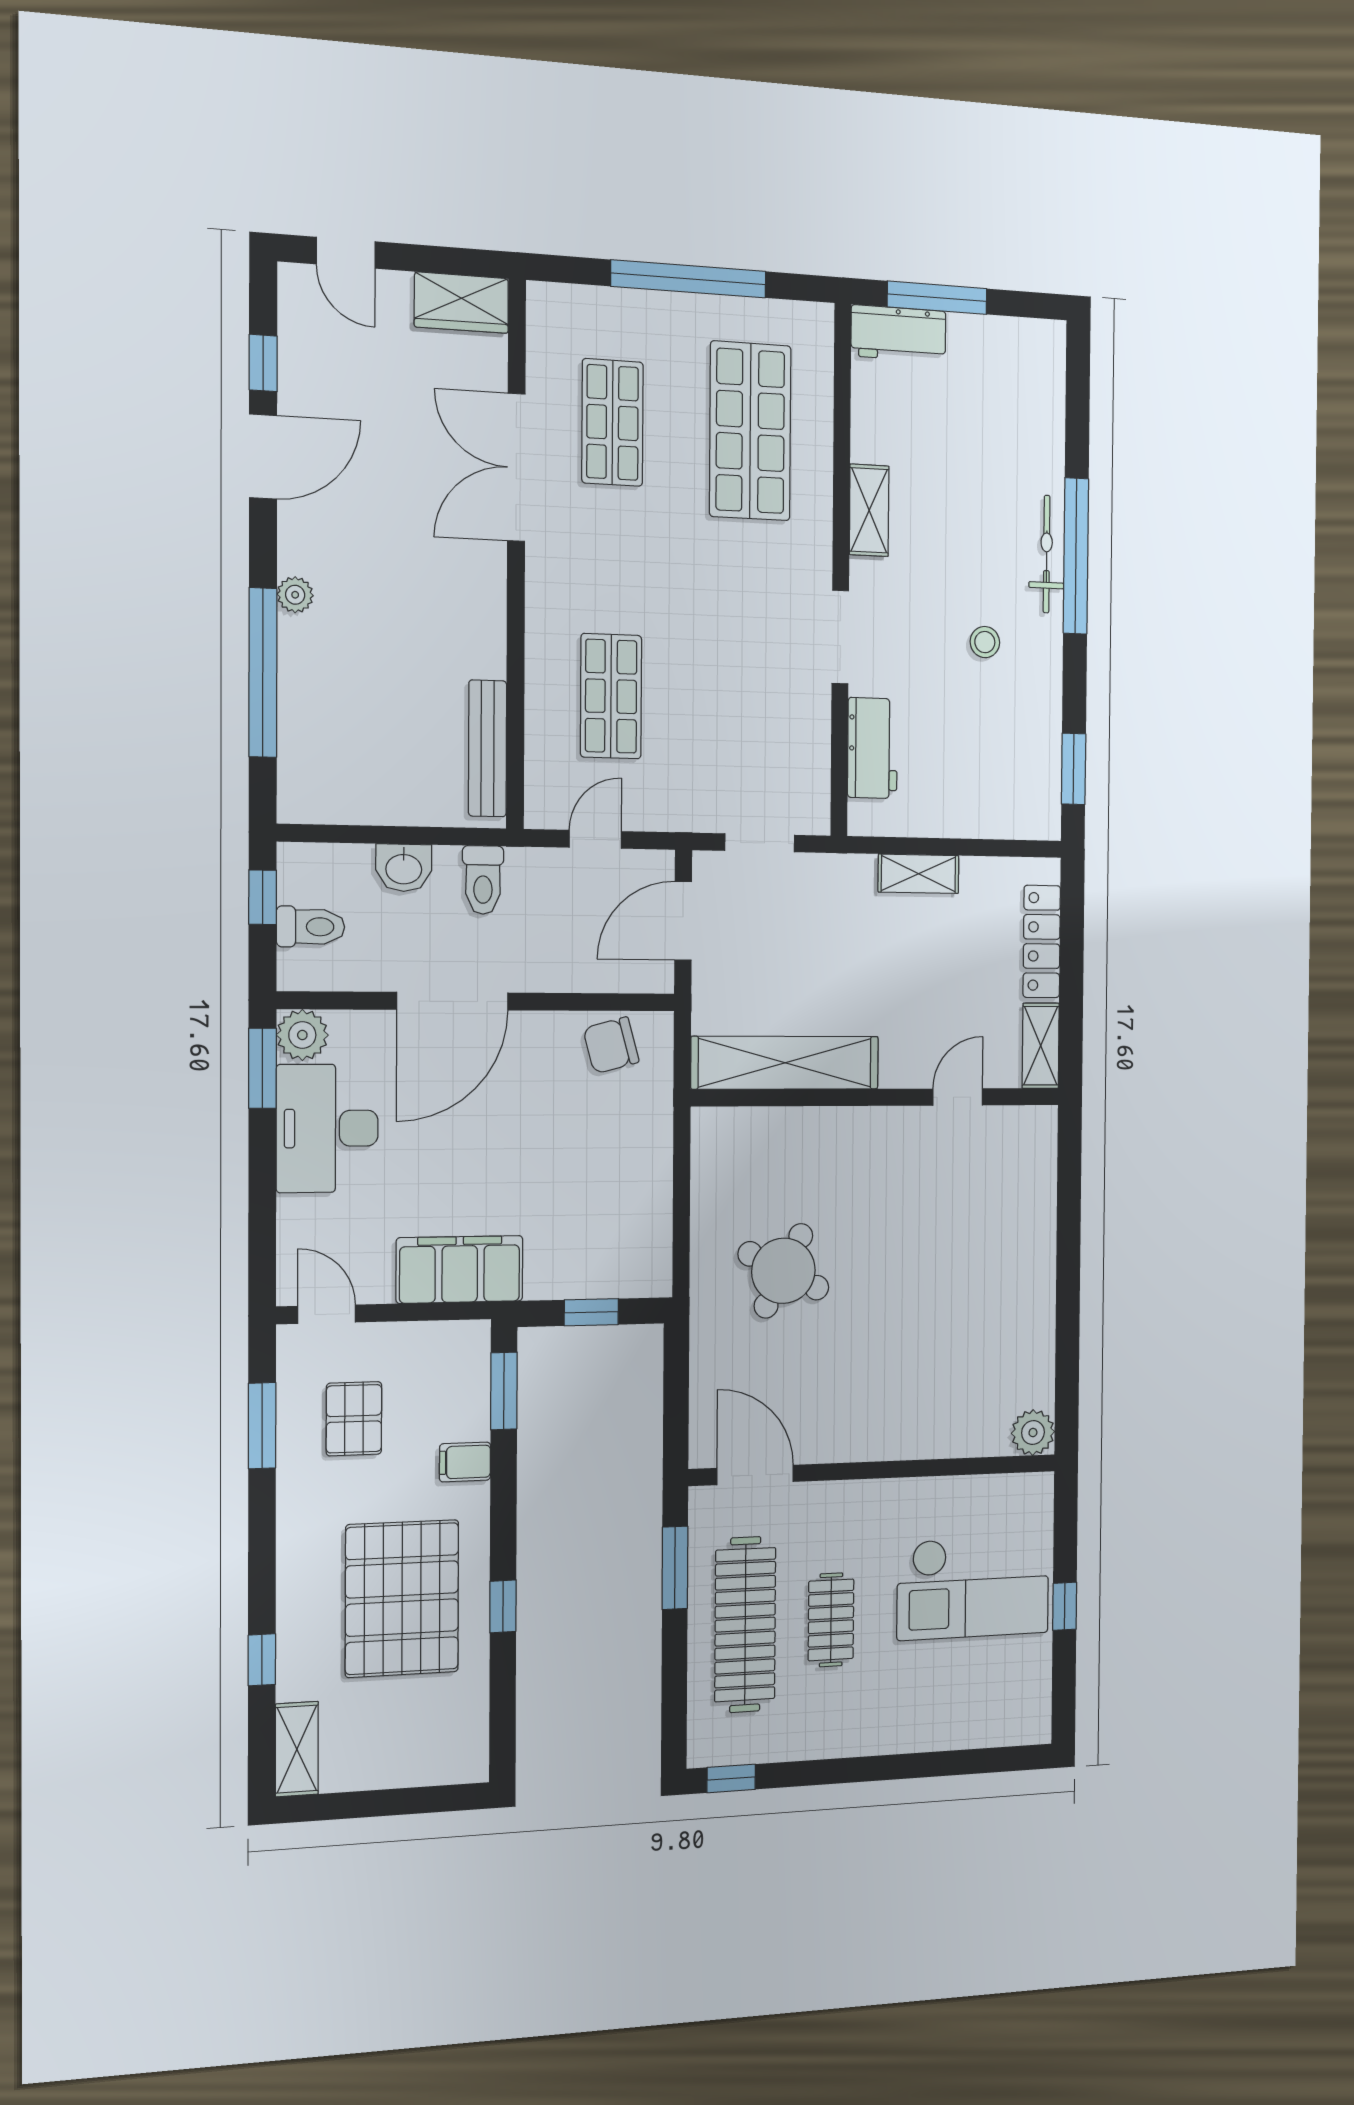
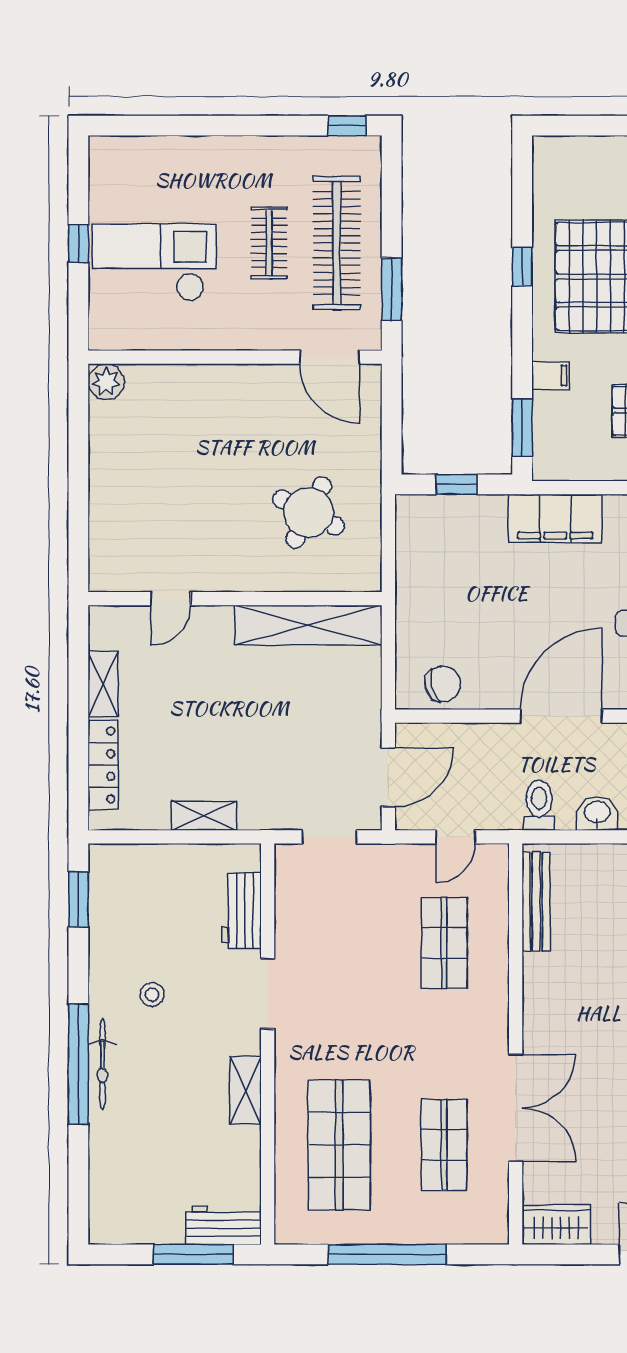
shelving: (785, 1063) -> (309, 625), moved
wall: (878, 1097) -> (235, 599), moved
door: (958, 1097) -> (171, 599), moved

